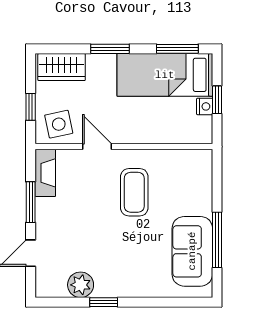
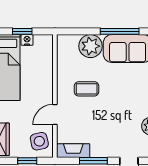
coffee table: (134, 192) -> (87, 89), width x0.73, depth x0.77
plant: (196, 198) -> (90, 46), added

